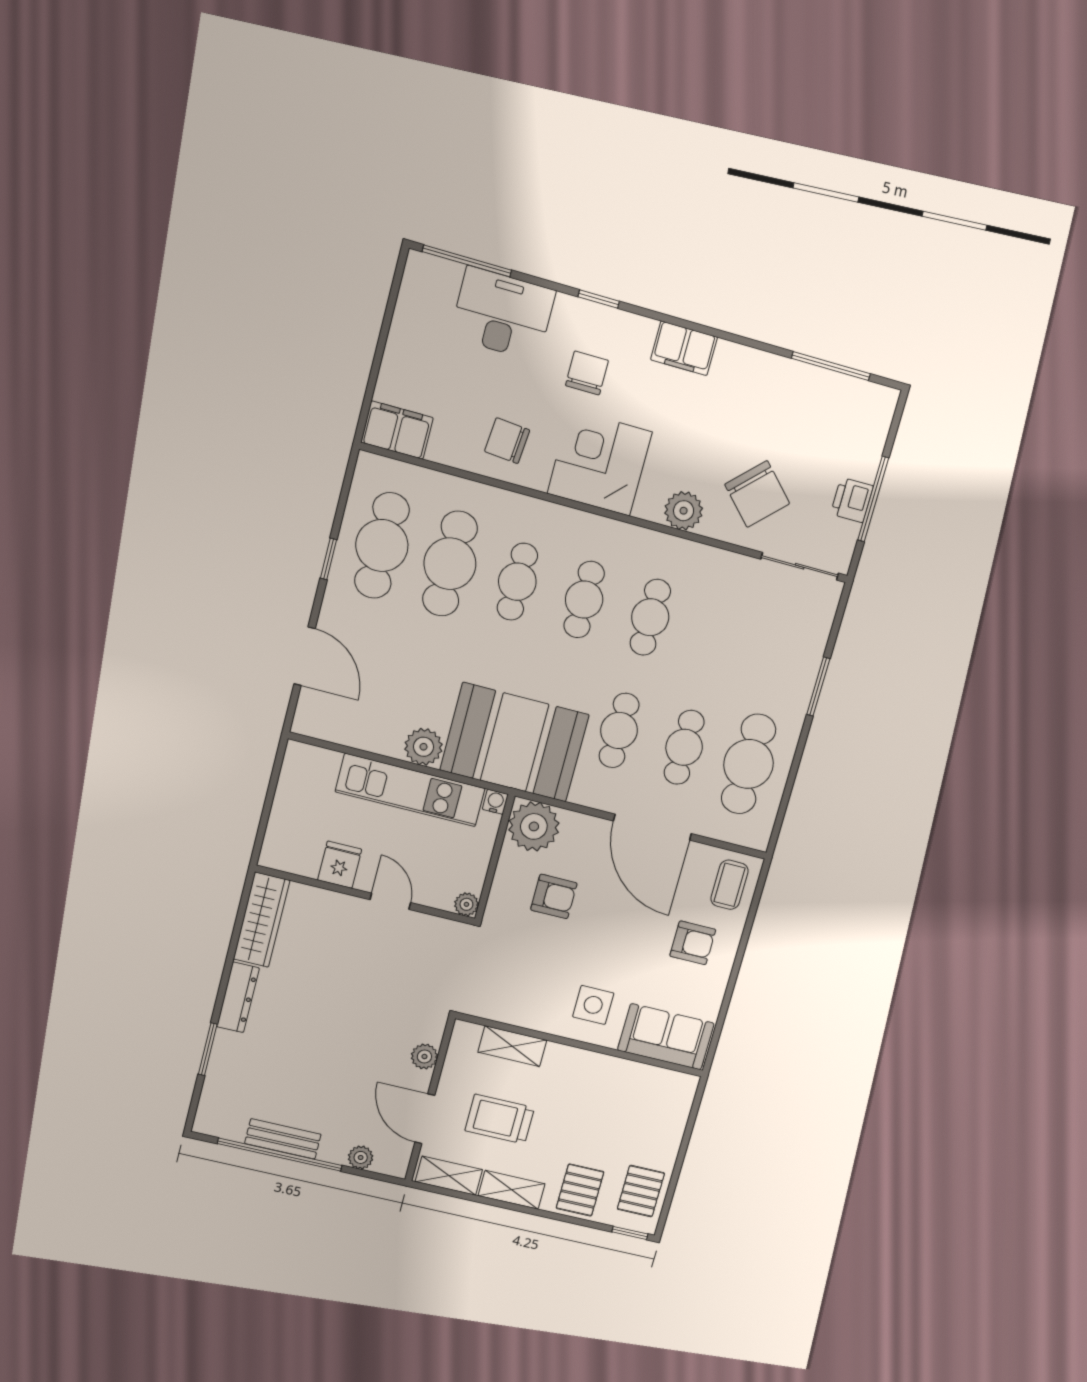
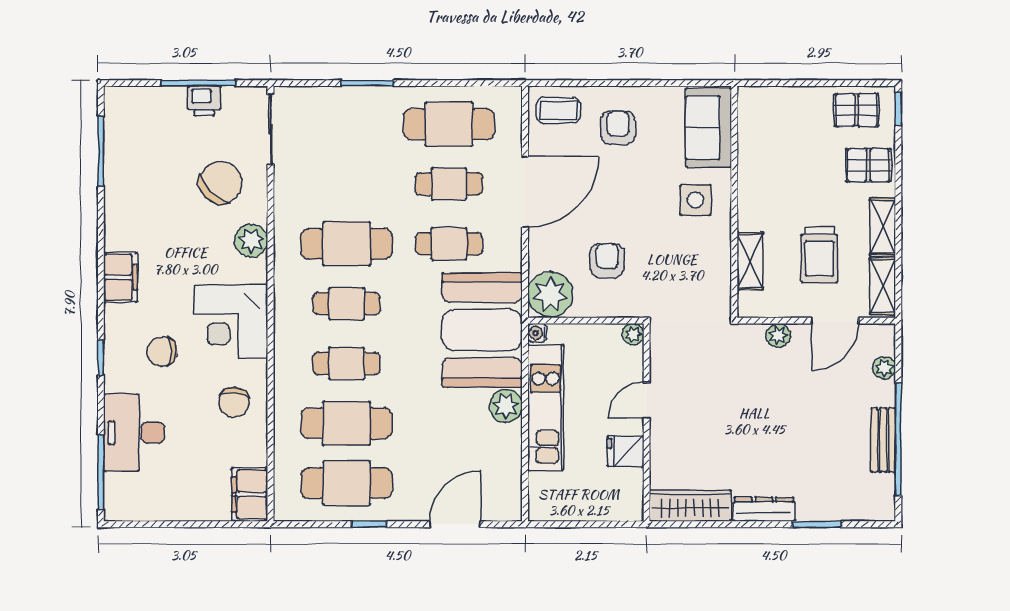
cafe table: (650, 617) -> (347, 244), width x1.37, depth x1.35

